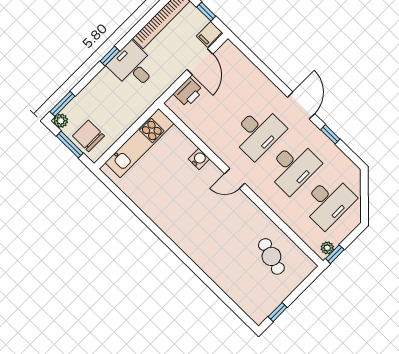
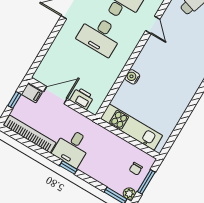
desk: (258, 132) -> (100, 35), turned 180
chair: (88, 136) -> (136, 169), width x0.54, depth x0.54
door: (235, 179) -> (153, 25), moved

